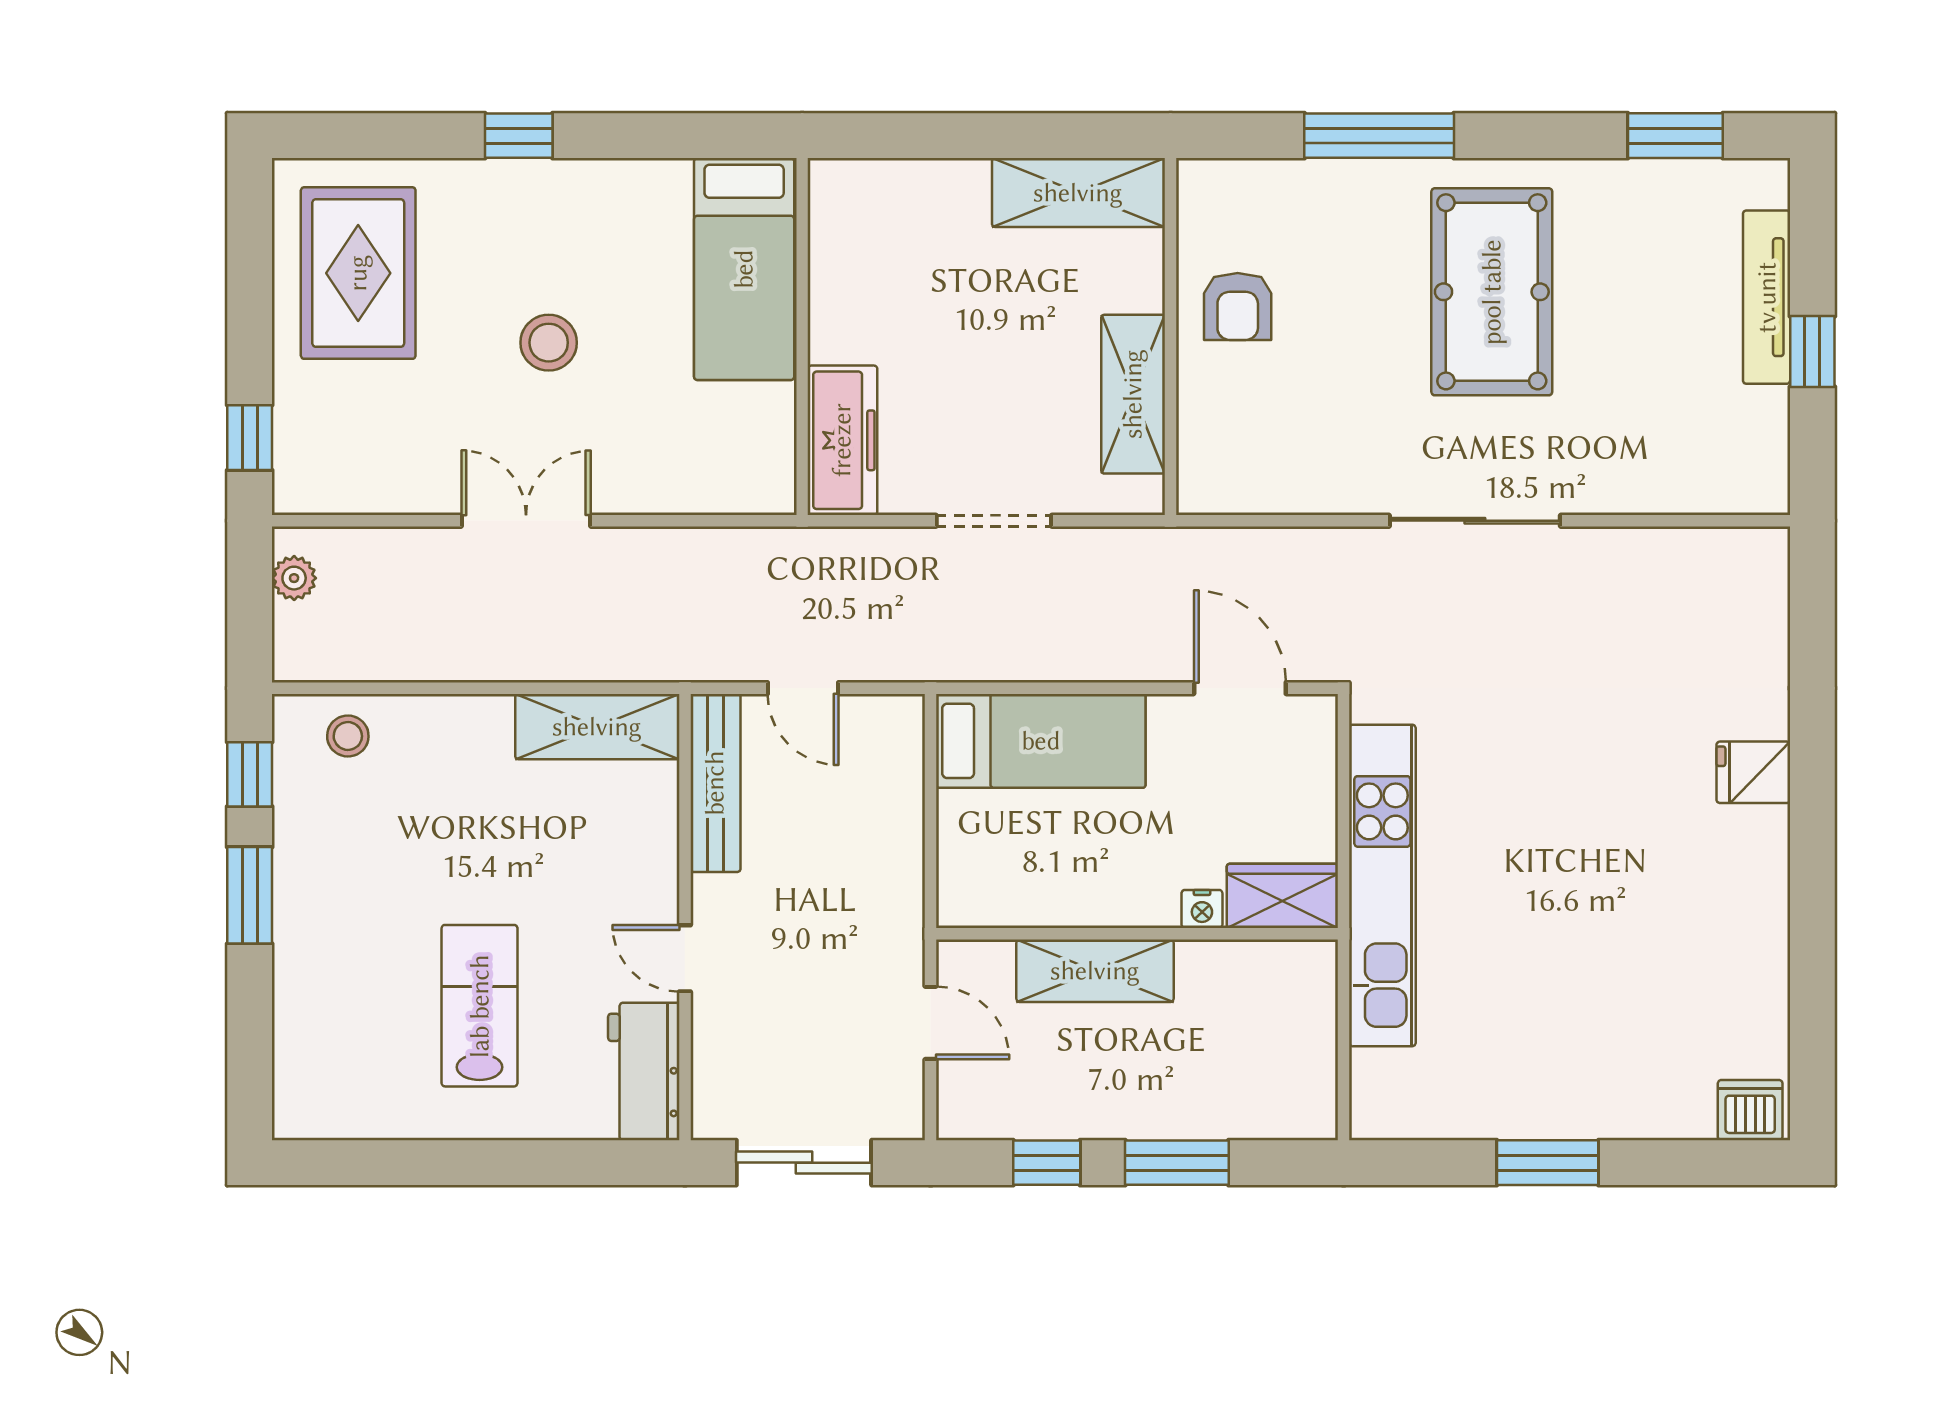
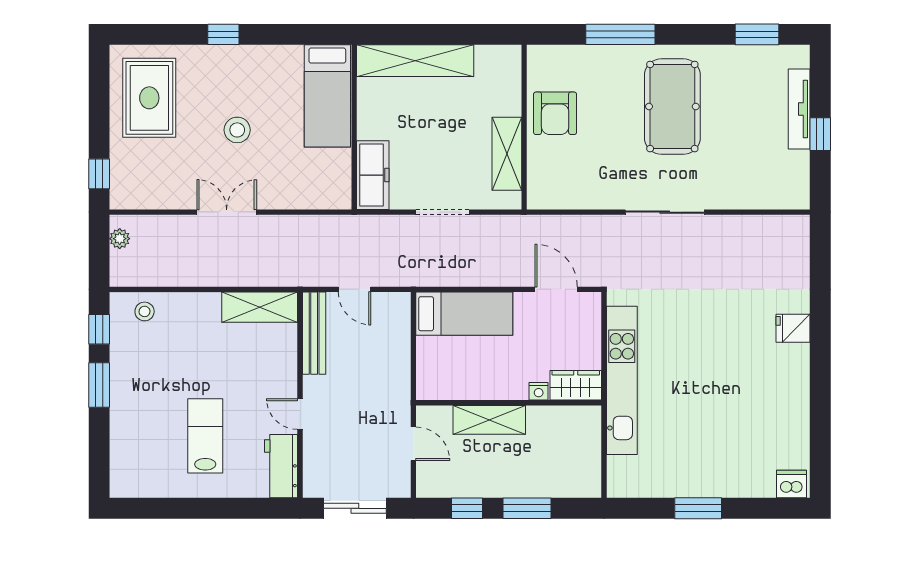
shelving: (1078, 193) -> (415, 61), moved, width x1.47
armchair: (1238, 306) -> (555, 113), width x1.38, depth x1.38

